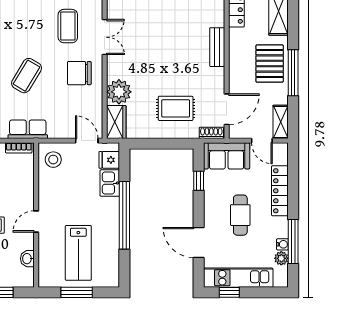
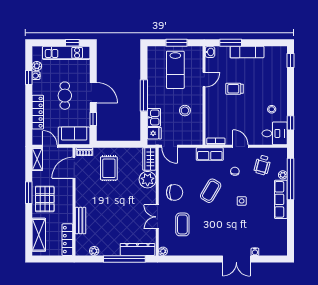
bench: (217, 47) -> (81, 221), moved
window: (293, 73) -> (29, 193), width x0.69
rug: (176, 108) -> (109, 168), turned 90
stool: (53, 160) -> (185, 111), moved
window: (124, 215) -> (144, 95), width x0.68
door: (36, 222) -> (204, 80), moved
window: (293, 241) -> (29, 78), width x0.46
door: (199, 242) -> (93, 93), moved
lab bench: (78, 253) -> (175, 70), turned 180
washbasin: (27, 259) -> (210, 52), moved

